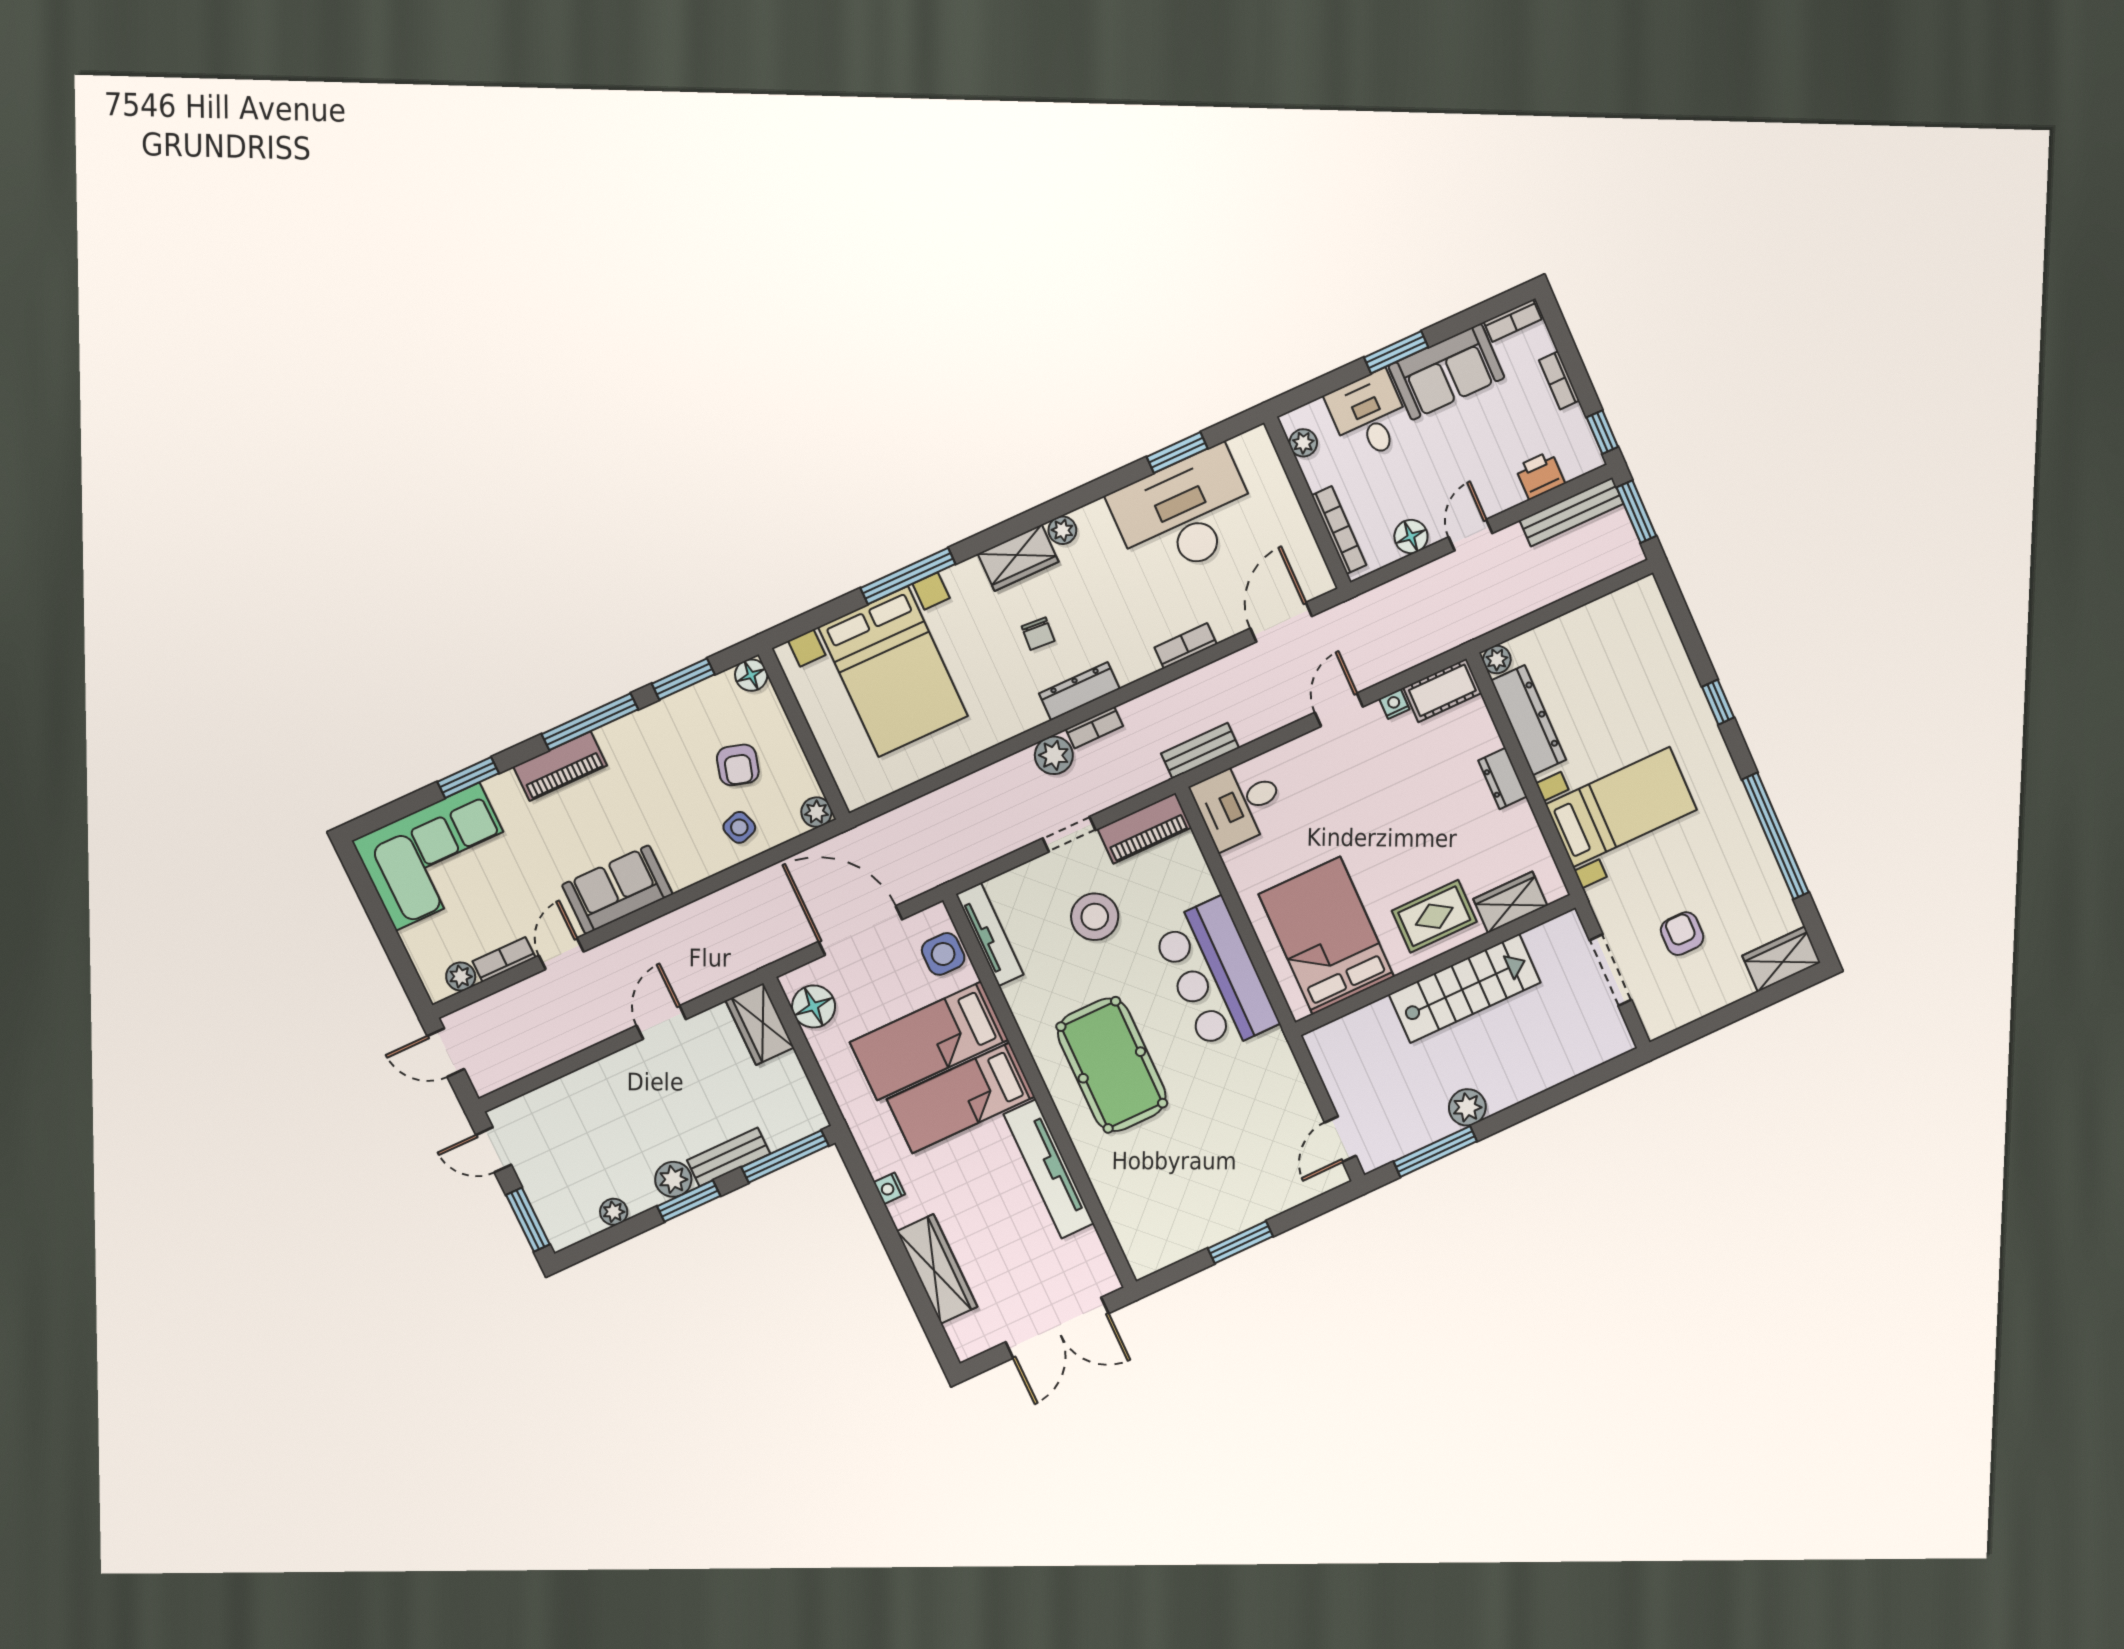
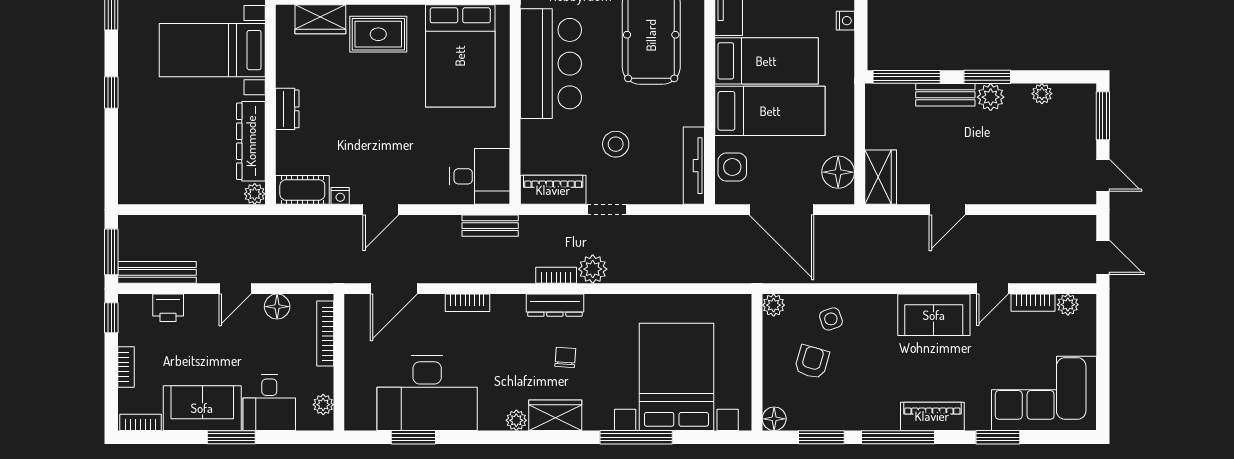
stool: (1095, 917) -> (616, 144), width x0.73, depth x0.73

